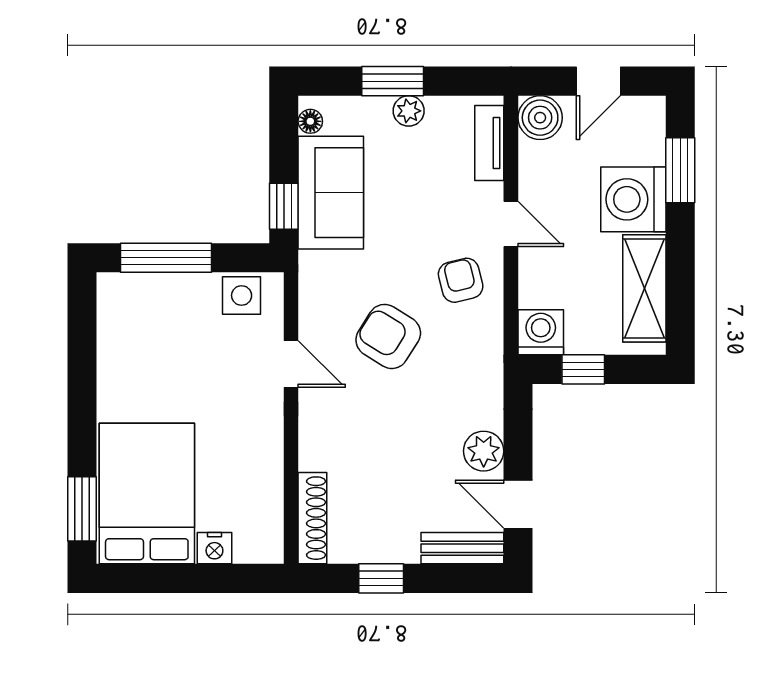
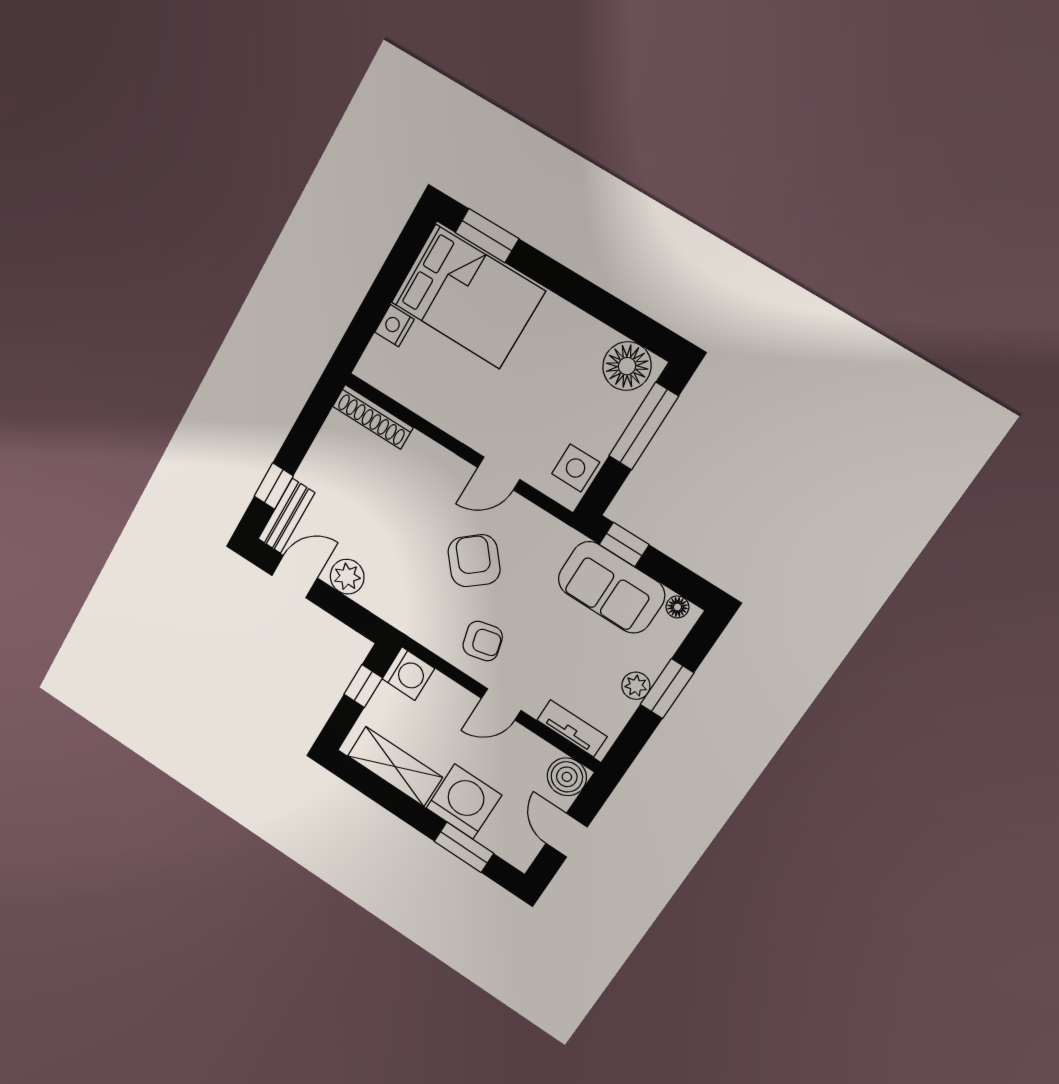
floor lamp: (122, 307) -> (627, 366), added
armchair: (388, 336) -> (474, 561), turned -72
window: (381, 578) -> (274, 486), moved

